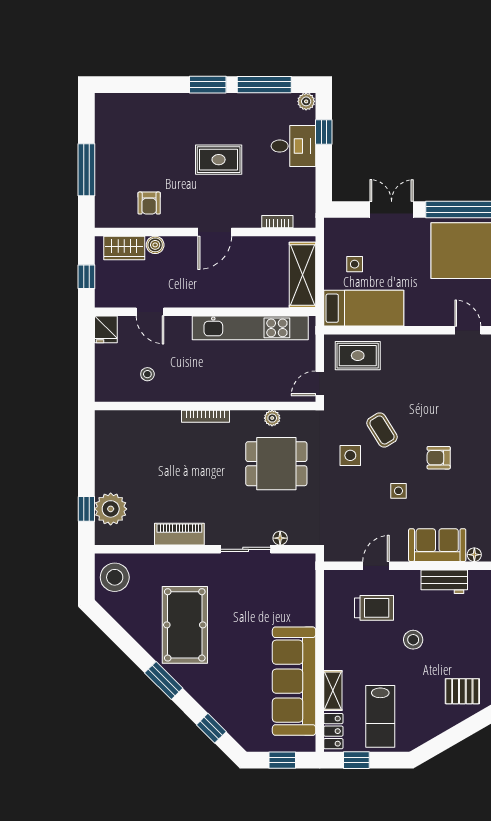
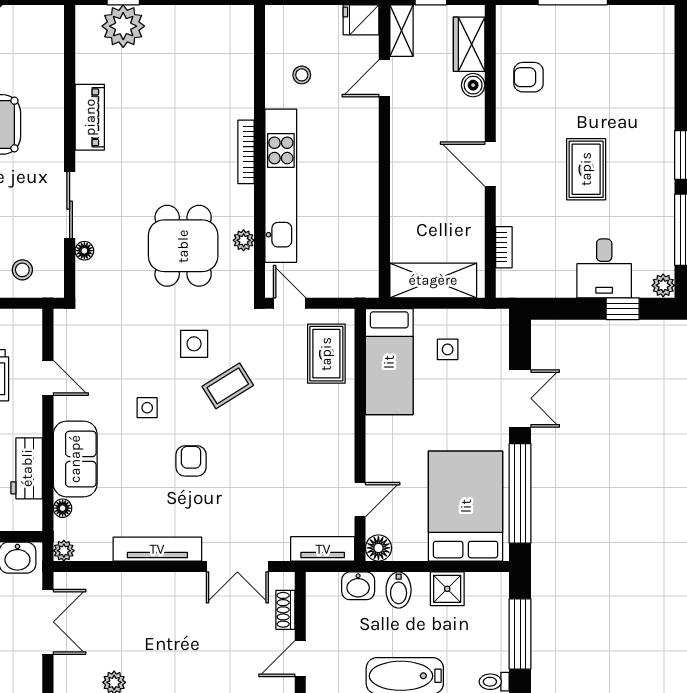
shelving: (114, 299) -> (401, 31), added
kitchen unit: (250, 328) -> (281, 186), moved, turned 180
stool: (115, 577) -> (22, 270), moved, width x0.53, depth x0.53

